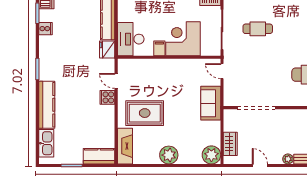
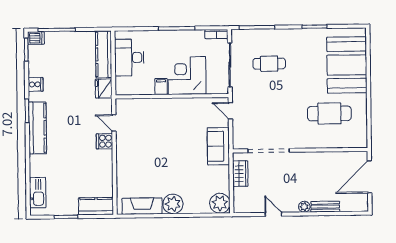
cooker: (46, 29) -> (36, 84), moved
desk: (131, 39) -> (129, 58), moved
kitchen counter: (47, 105) -> (38, 128), moved
rug: (145, 113) -> (146, 158), removed
wardrobe: (230, 144) -> (240, 174), moved
fireplace: (125, 146) -> (142, 206), moved, turned -90

